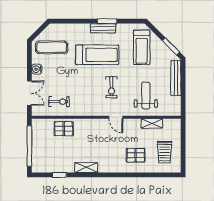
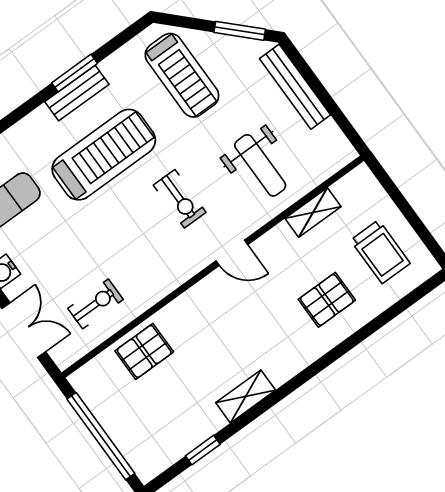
weight bench: (146, 95) -> (260, 165), turned 180

